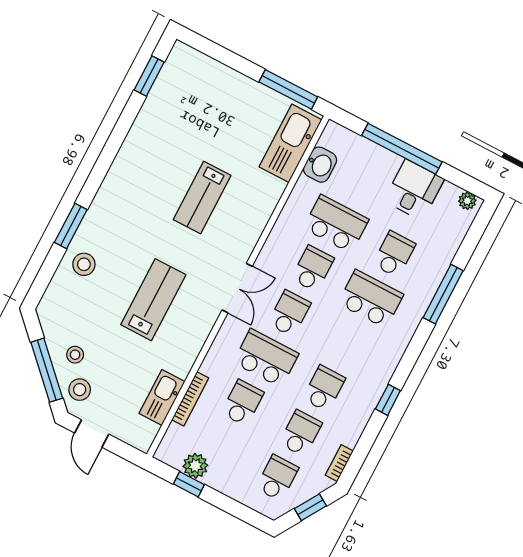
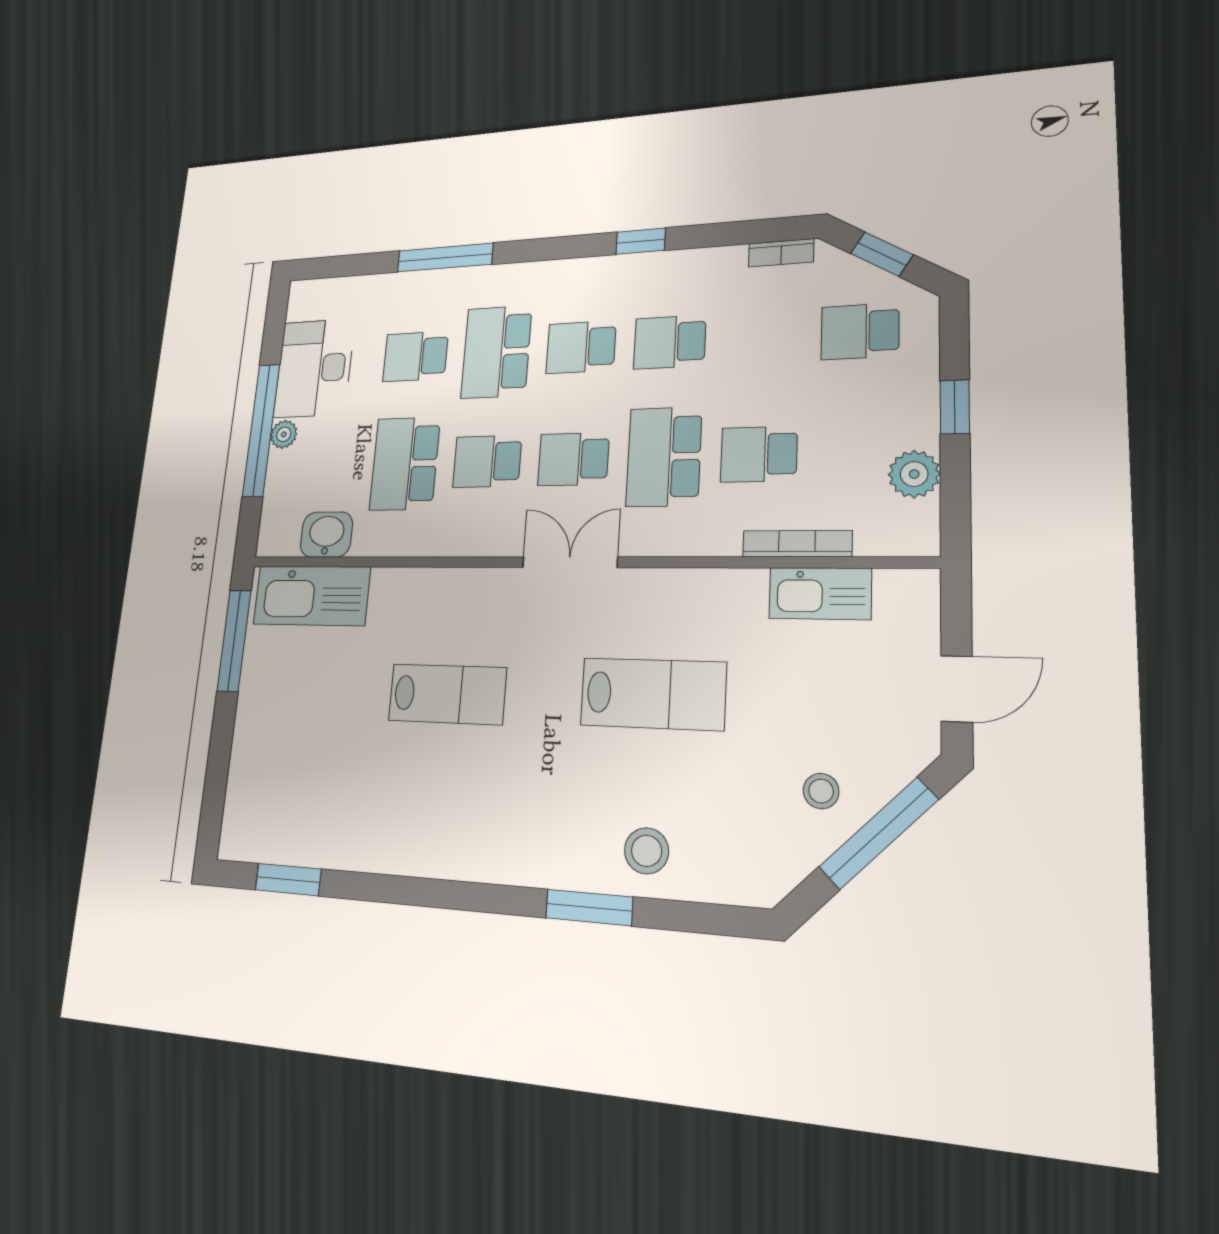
desk: (414, 190) -> (314, 368), width x1.37
plant: (467, 201) -> (284, 434), moved
lab bench: (153, 300) -> (653, 694), turned 180
stool: (80, 390) -> (883, 752), removed
school desk: (301, 433) -> (581, 347), moved
window: (189, 484) -> (955, 407), moved

